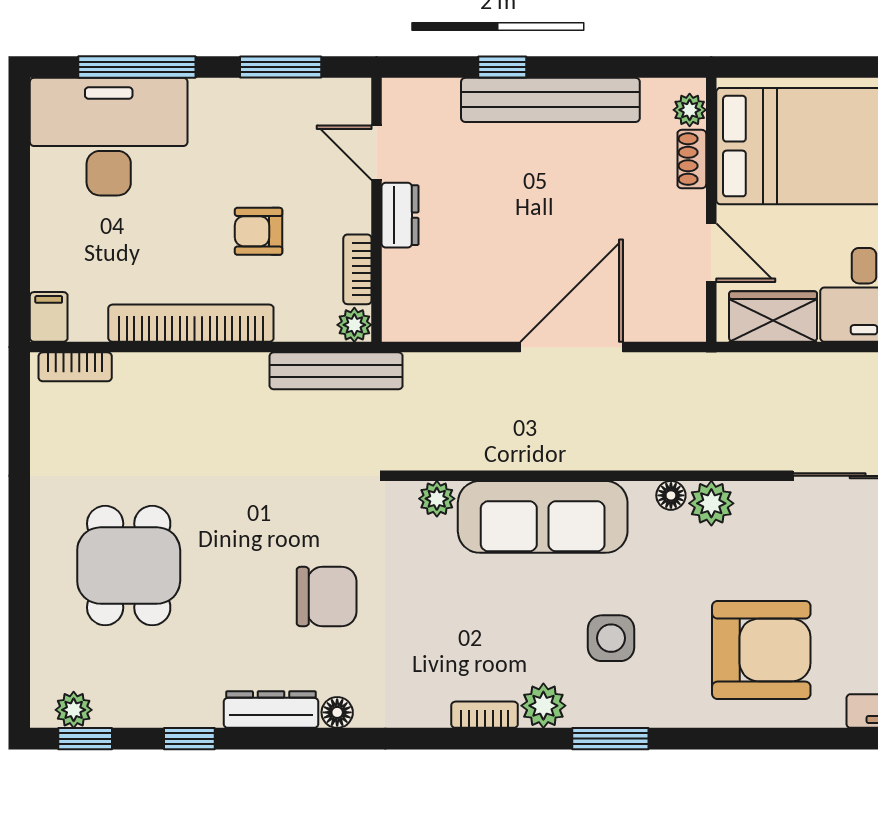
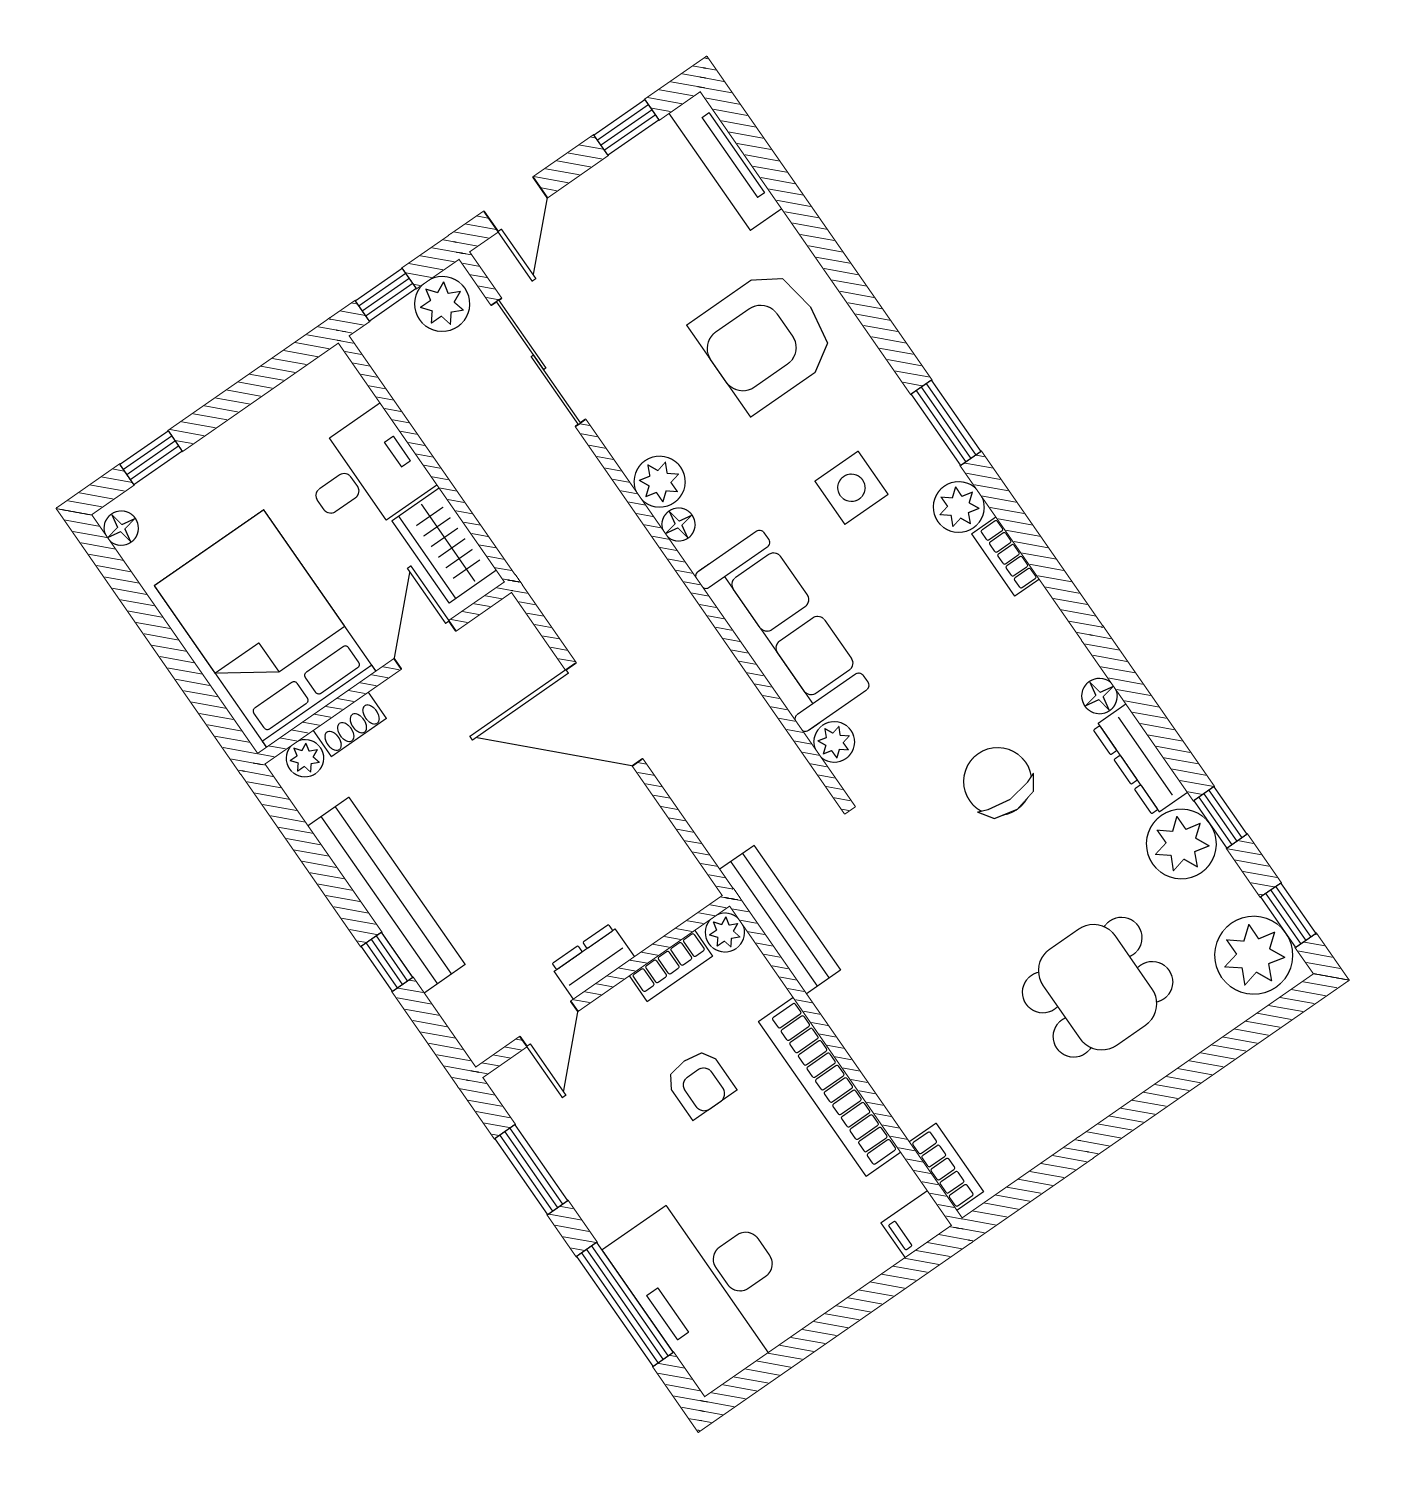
armchair: (761, 650) -> (765, 339), turned -90
plant: (190, 697) -> (1181, 844), added
plant: (74, 710) -> (1254, 955), width x1.88, depth x1.88

